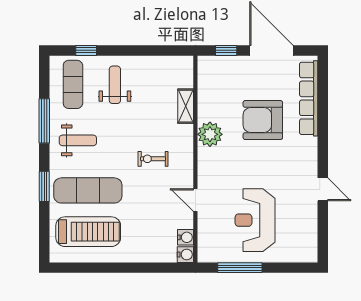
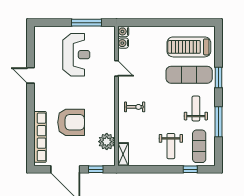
shelving: (186, 106) -> (123, 154), moved
plant: (210, 134) -> (107, 142), moved
weight bench: (78, 140) -> (196, 109), turned 90
exercise bike: (153, 159) -> (135, 107), moved

